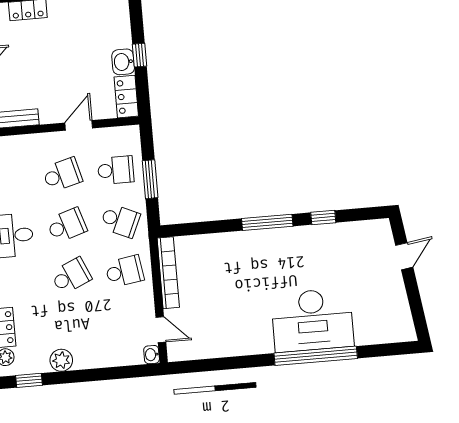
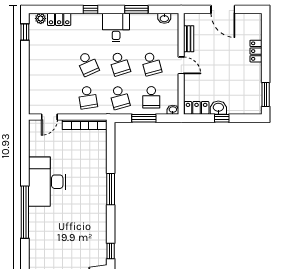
door: (79, 125) -> (181, 65), moved
window: (323, 218) -> (111, 251), moved
school desk: (120, 221) -> (120, 97), turned -39
desk: (312, 320) -> (47, 182), moved
washbasin: (152, 355) -> (173, 110), moved
plant: (61, 360) -> (36, 53), removed

